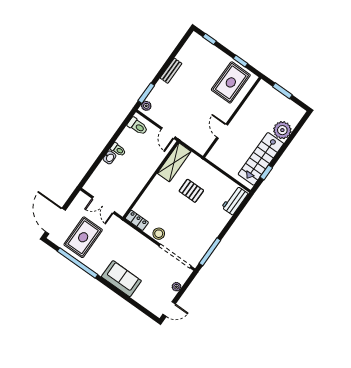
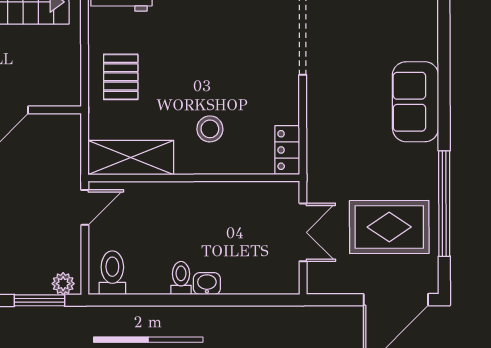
pallet: (191, 191) -> (121, 77), moved
stool: (159, 234) -> (210, 129), moved

